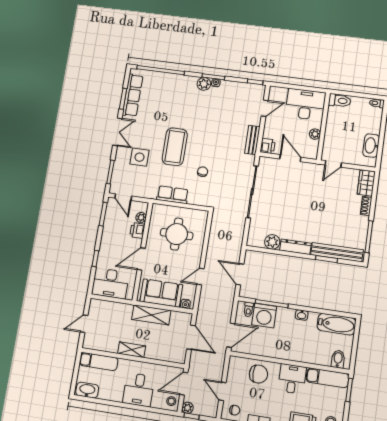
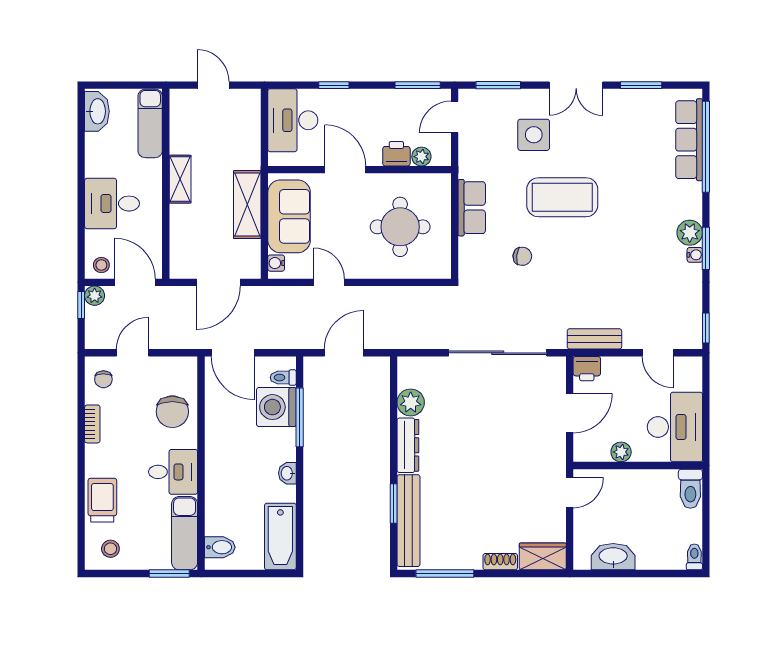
row of seats: (133, 95) -> (689, 140), moved, turned 90
door: (333, 164) -> (570, 493), swing flipped

